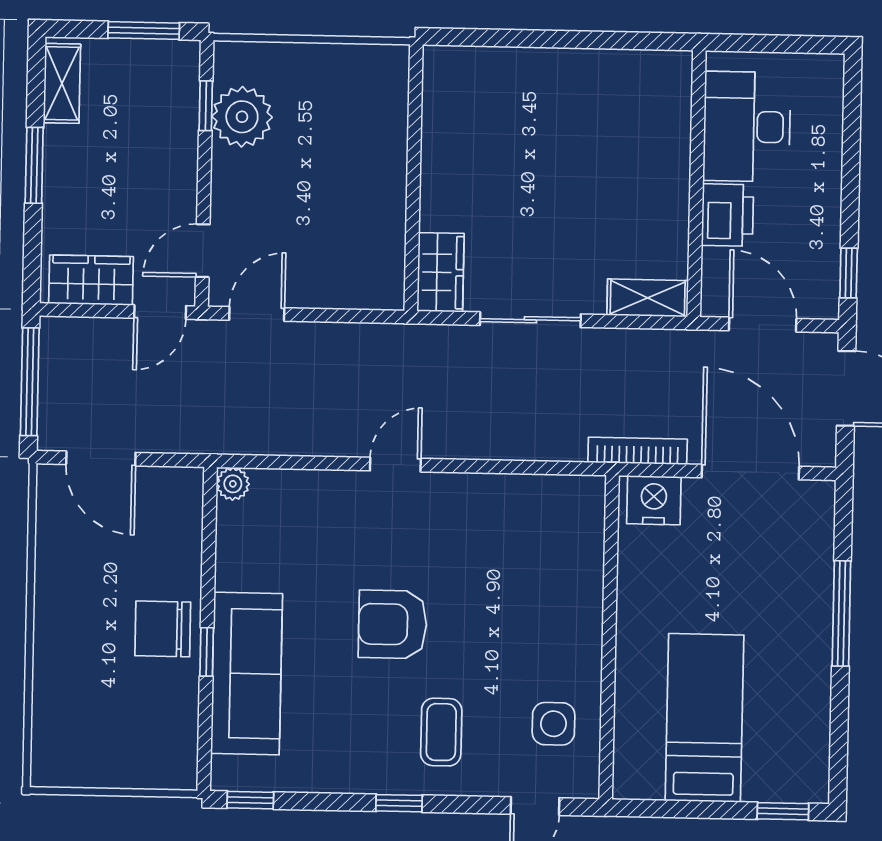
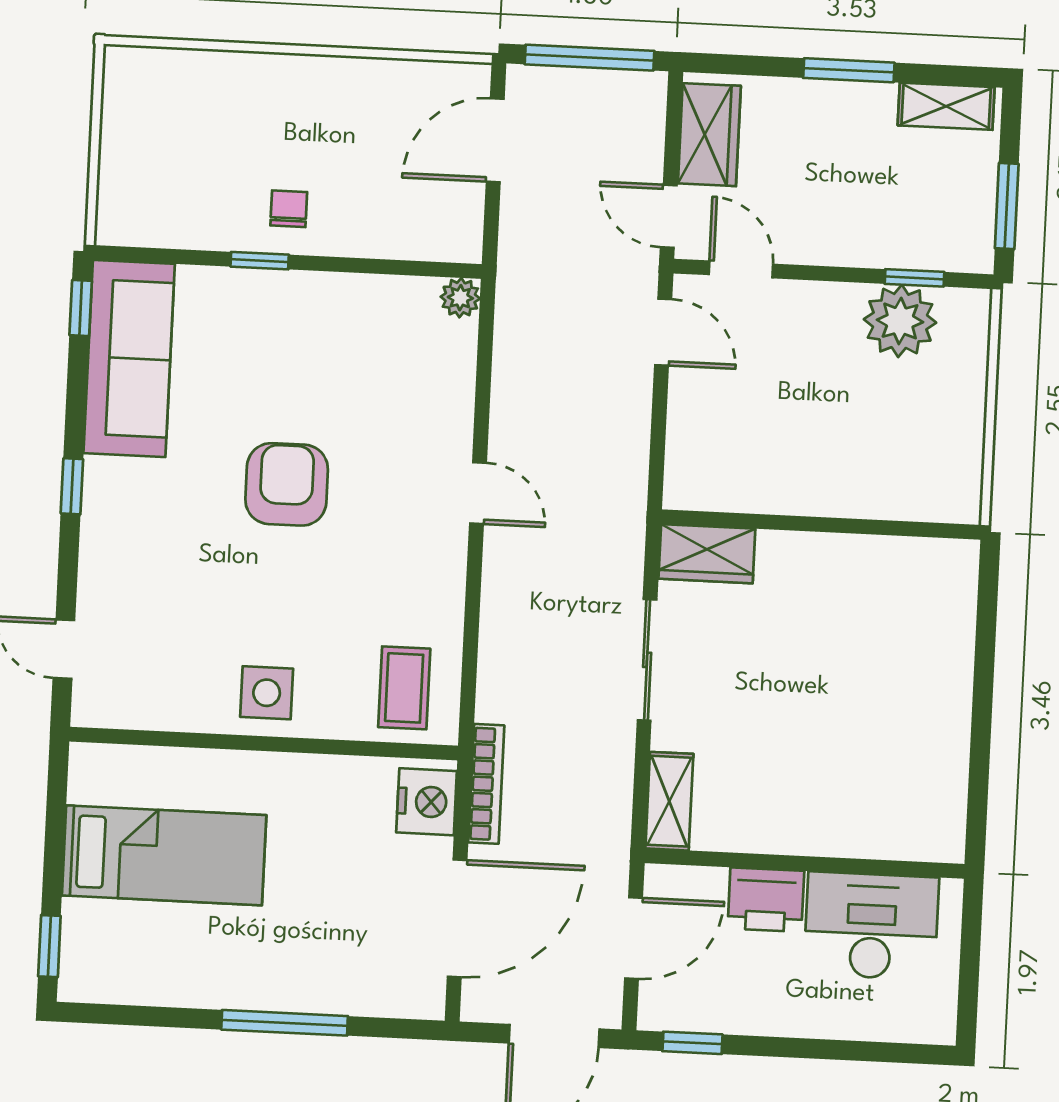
chair: (163, 629) -> (289, 209), width x0.54, depth x0.54
sofa: (247, 674) -> (129, 358), moved, turned -90
side table: (554, 724) -> (267, 693), moved
coffee table: (441, 732) -> (404, 688), moved, turned 90

